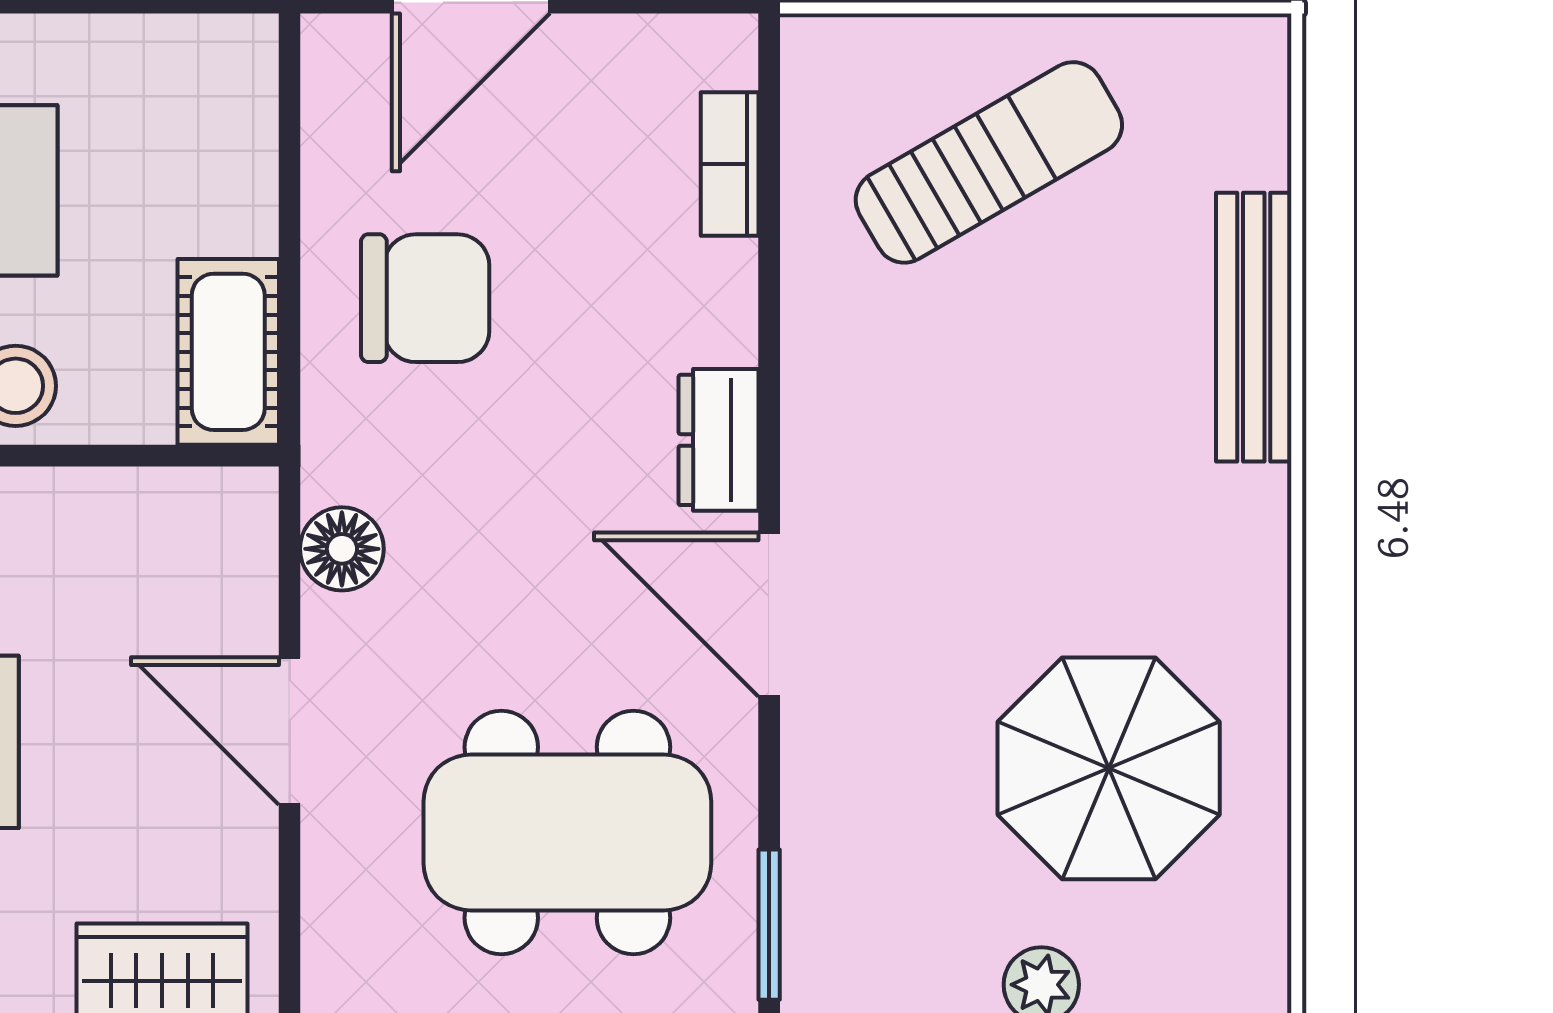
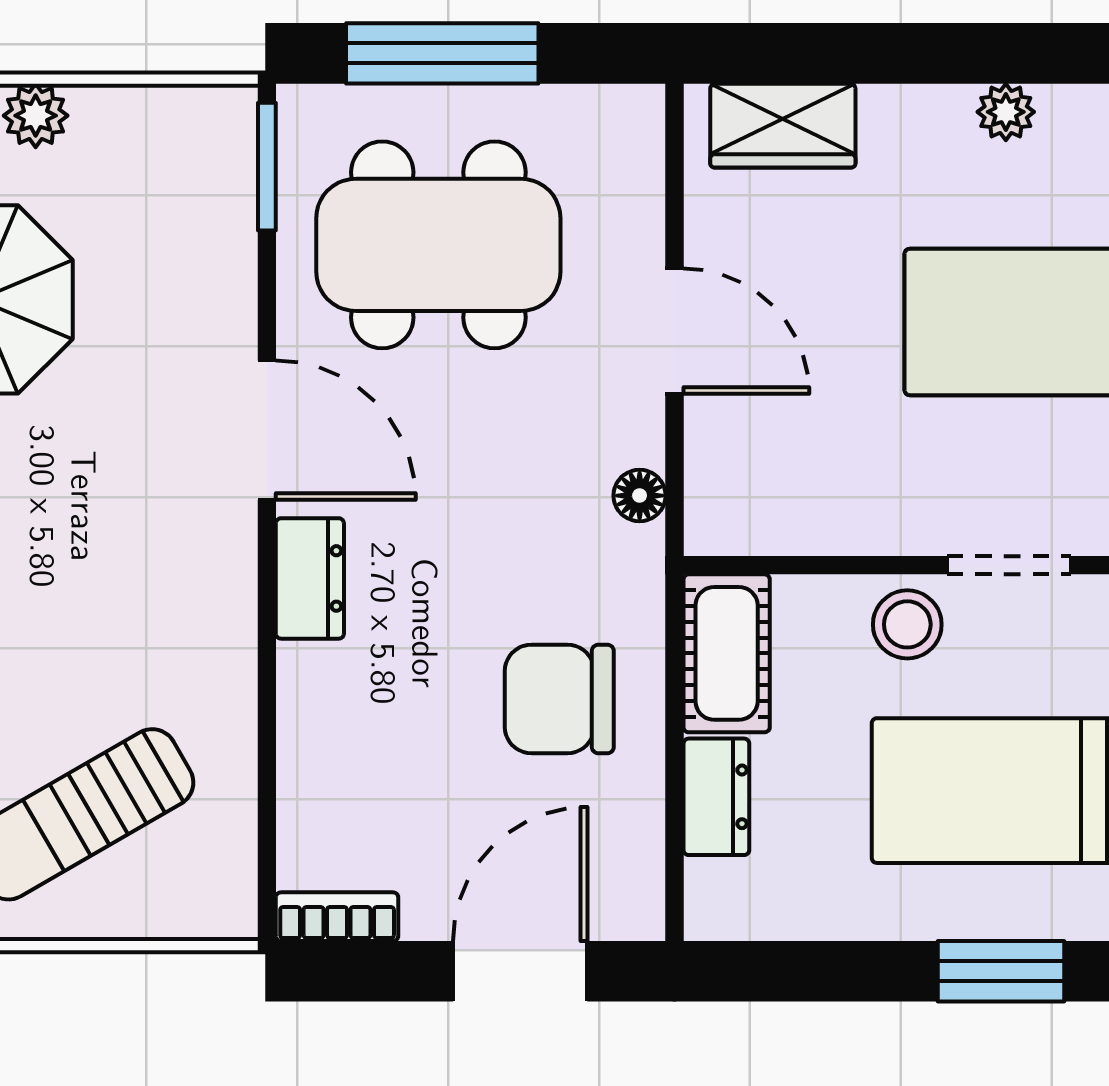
bookcase: (730, 164) -> (337, 917), moved, turned -90
dresser: (240, 183) -> (716, 797), added
floor lamp: (342, 549) -> (640, 496), width x0.73, depth x0.73

